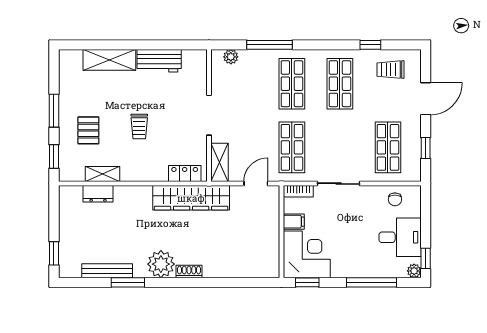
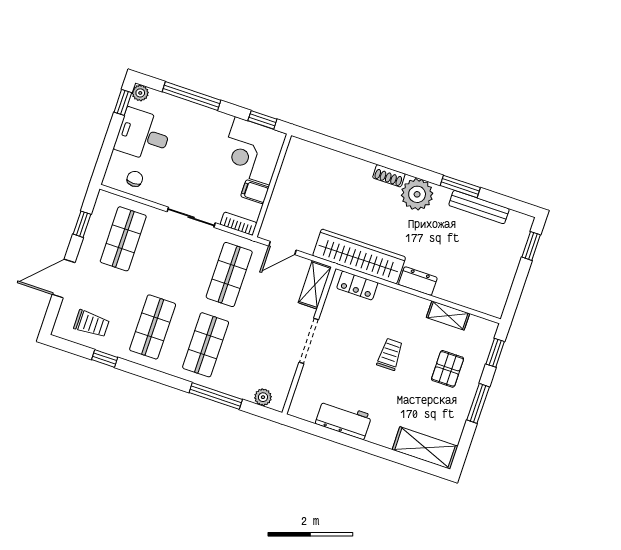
shelving: (109, 60) -> (425, 448), moved
dresser: (98, 194) -> (418, 281), moved

